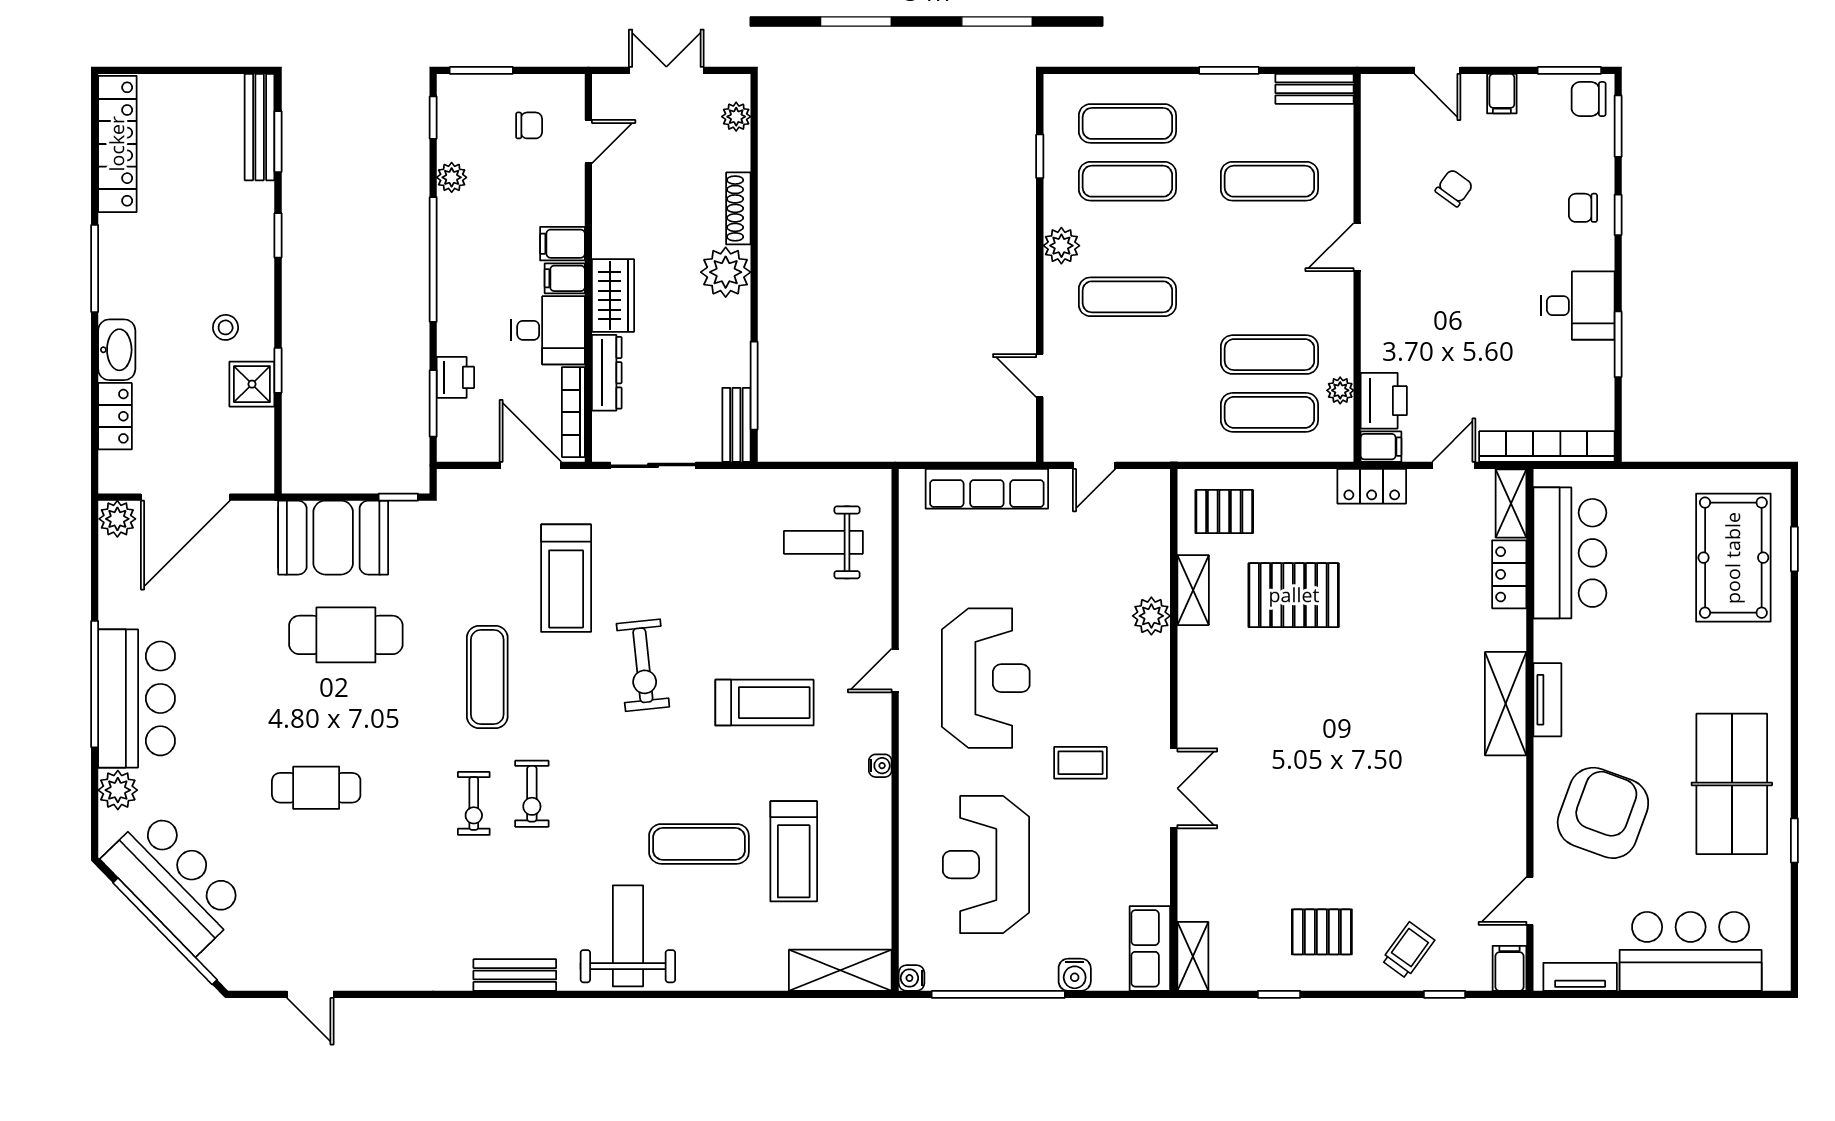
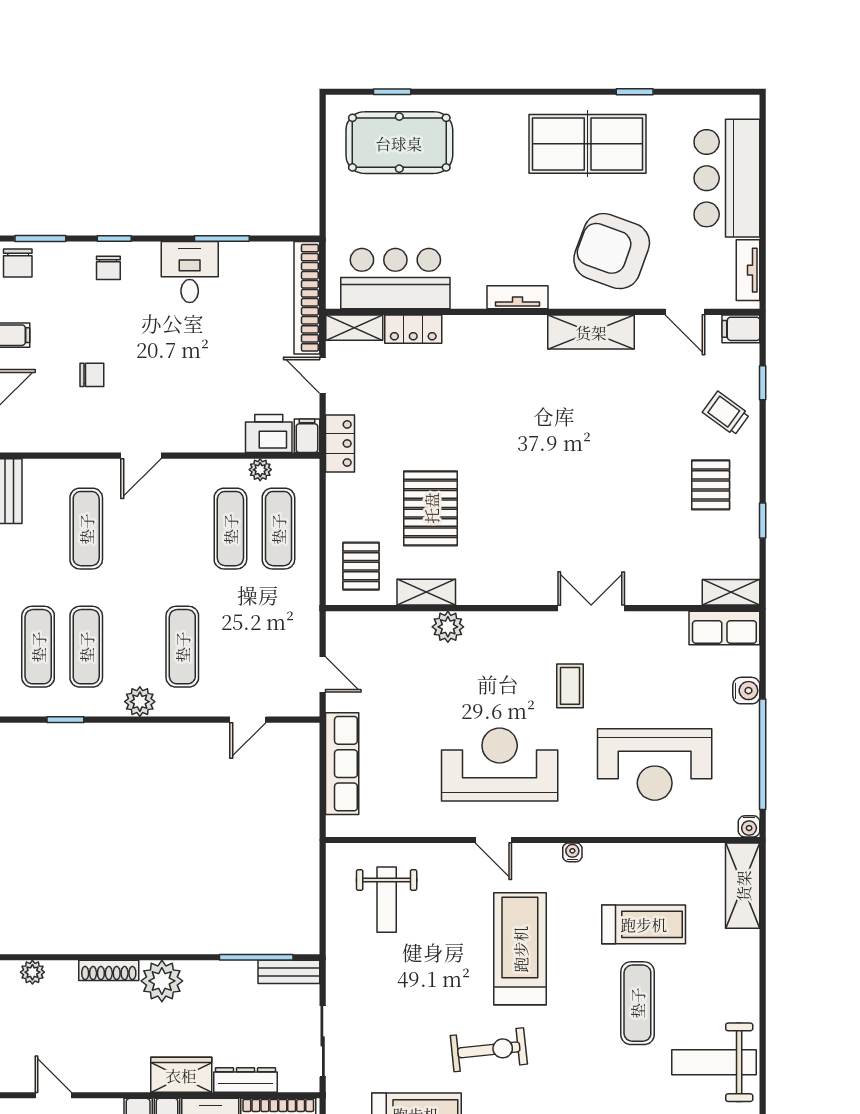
chair: (1454, 188) -> (92, 375), turned 144
door: (1357, 247) -> (141, 456), hinge flipped
treadmill: (764, 703) -> (520, 949), width x1.37, depth x1.38
shelving: (1506, 704) -> (591, 332), moved

